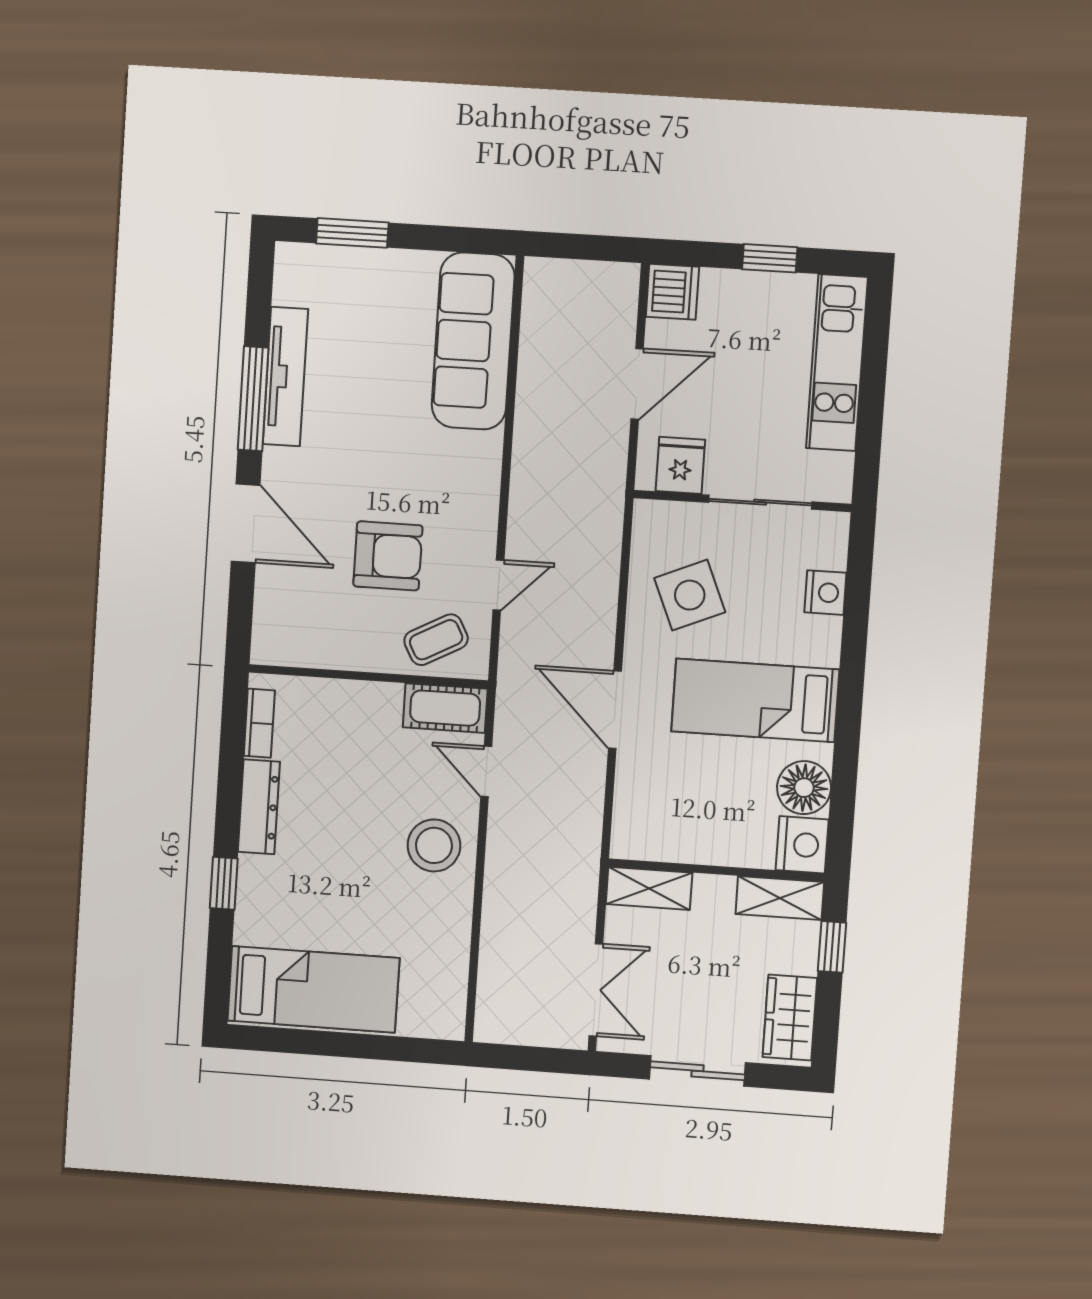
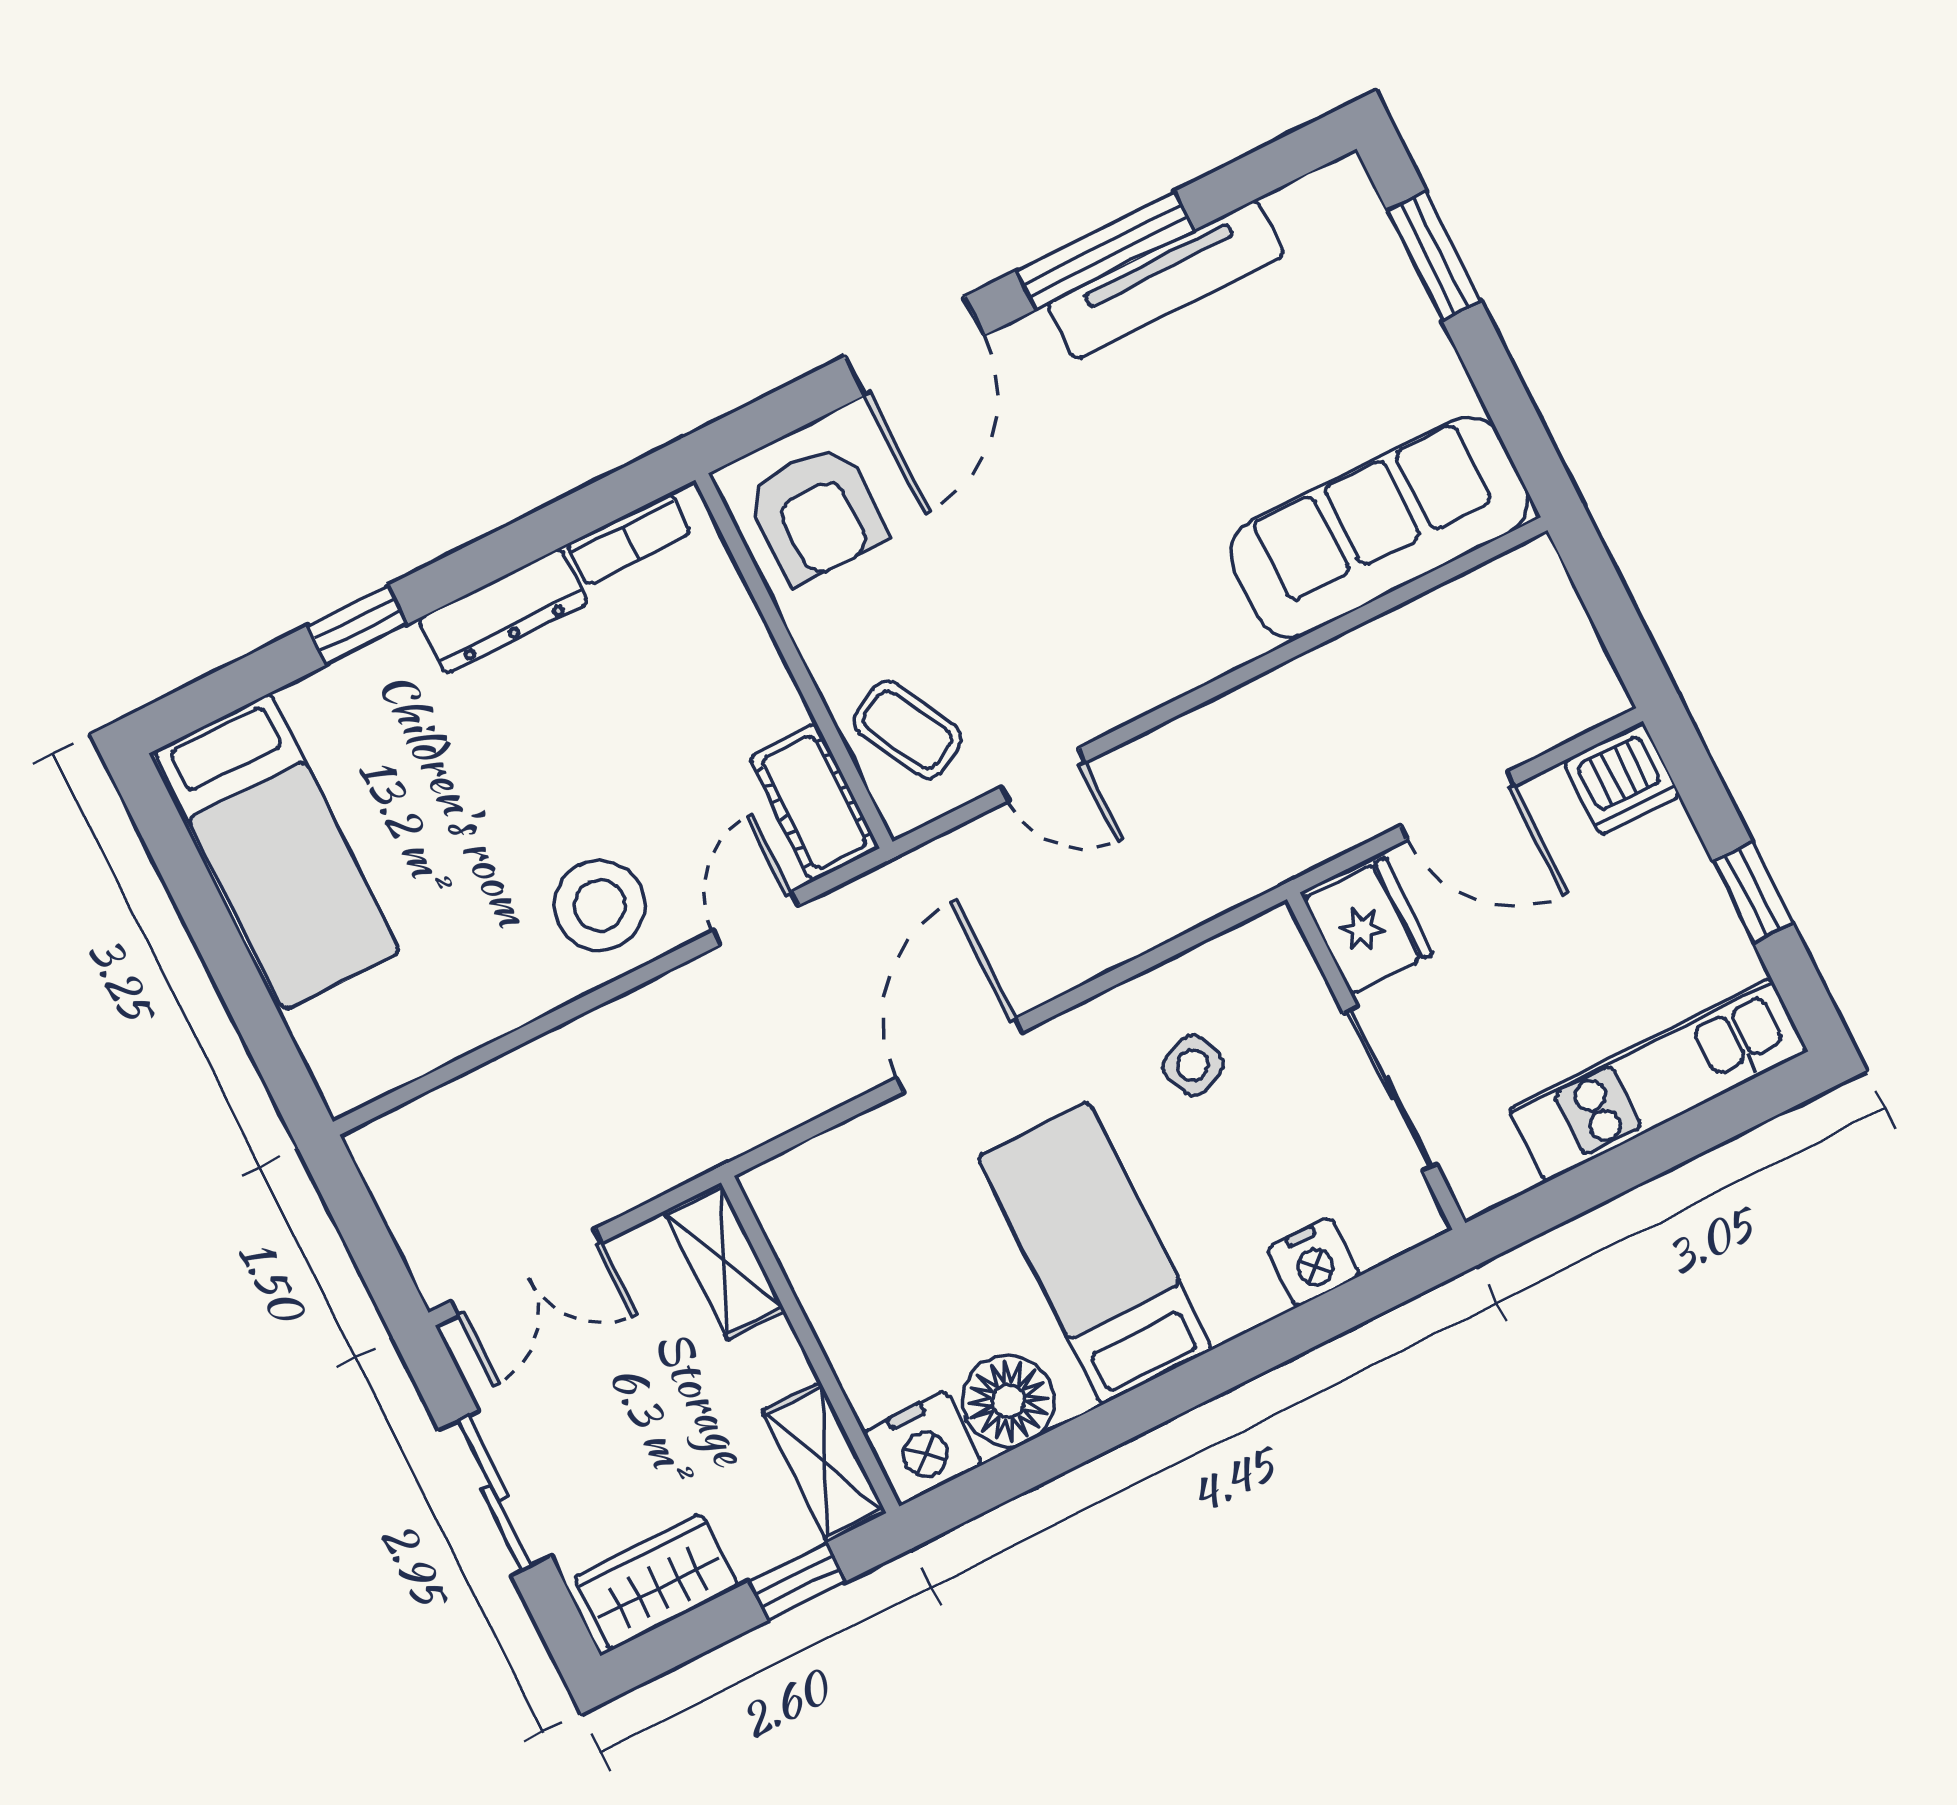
fridge: (680, 465) -> (1368, 926), width x1.38
armchair: (388, 556) -> (816, 513), moved
side table: (690, 595) -> (1193, 1065), width x0.54, depth x0.54

